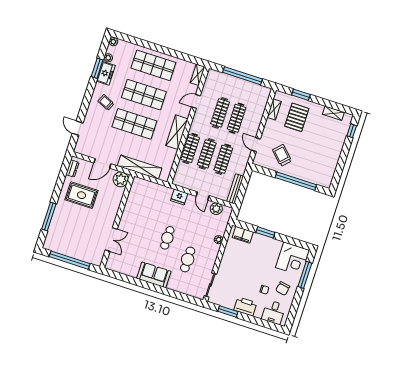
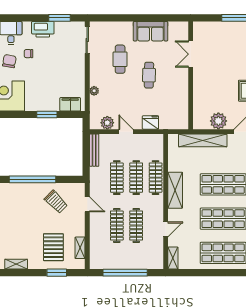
wall: (117, 221) -> (191, 75), moved
double door: (111, 239) -> (191, 54), moved

